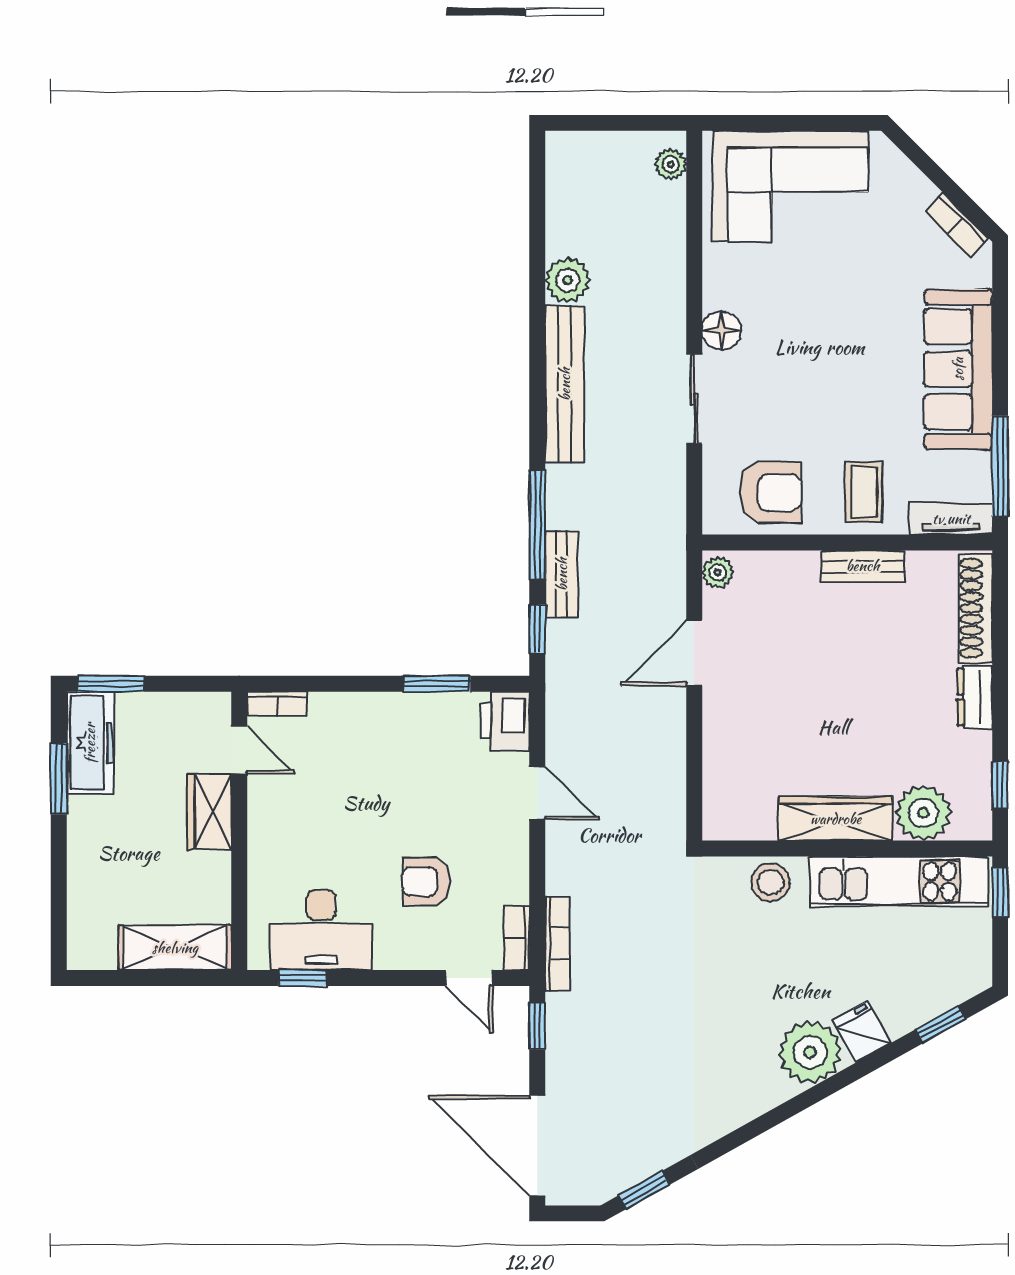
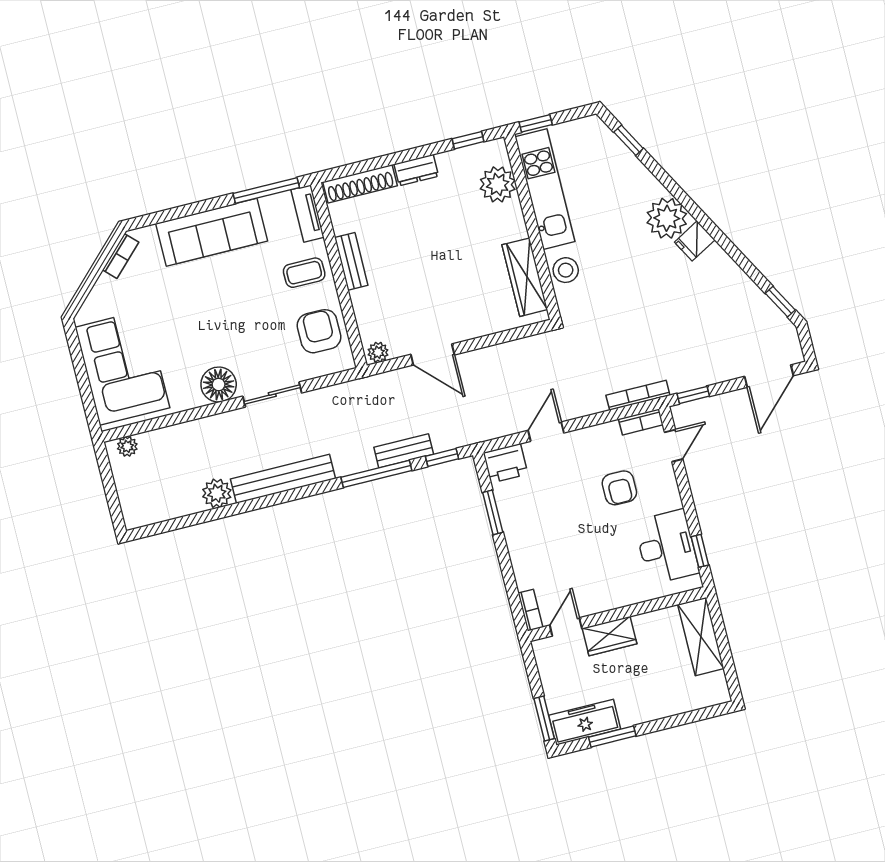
floor lamp: (722, 330) -> (219, 385), width x1.38, depth x1.38
wardrobe: (836, 819) -> (525, 277), moved
fridge: (861, 1032) -> (695, 241), moved
door: (537, 1146) -> (769, 376), width x0.73

